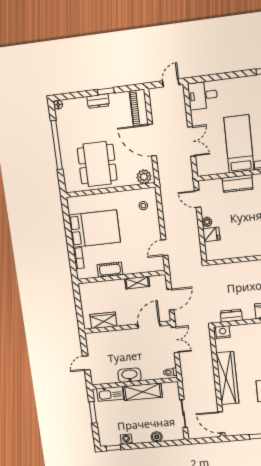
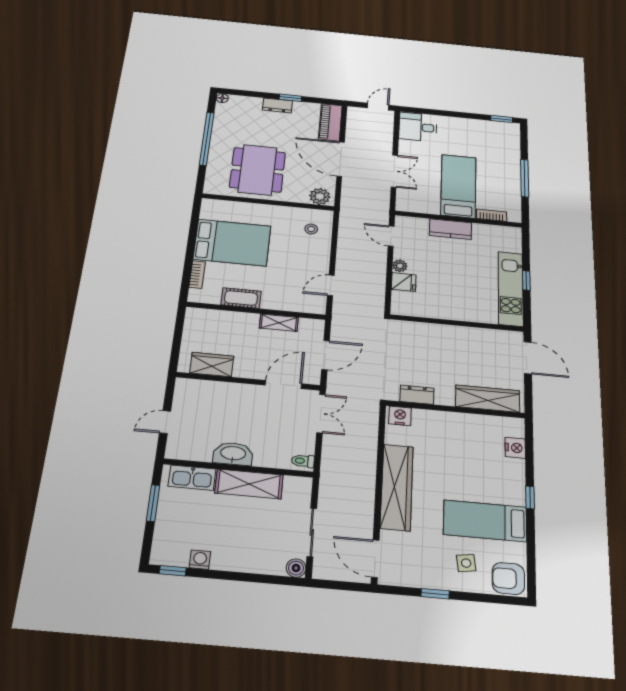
boiler: (157, 437) -> (296, 568), moved

